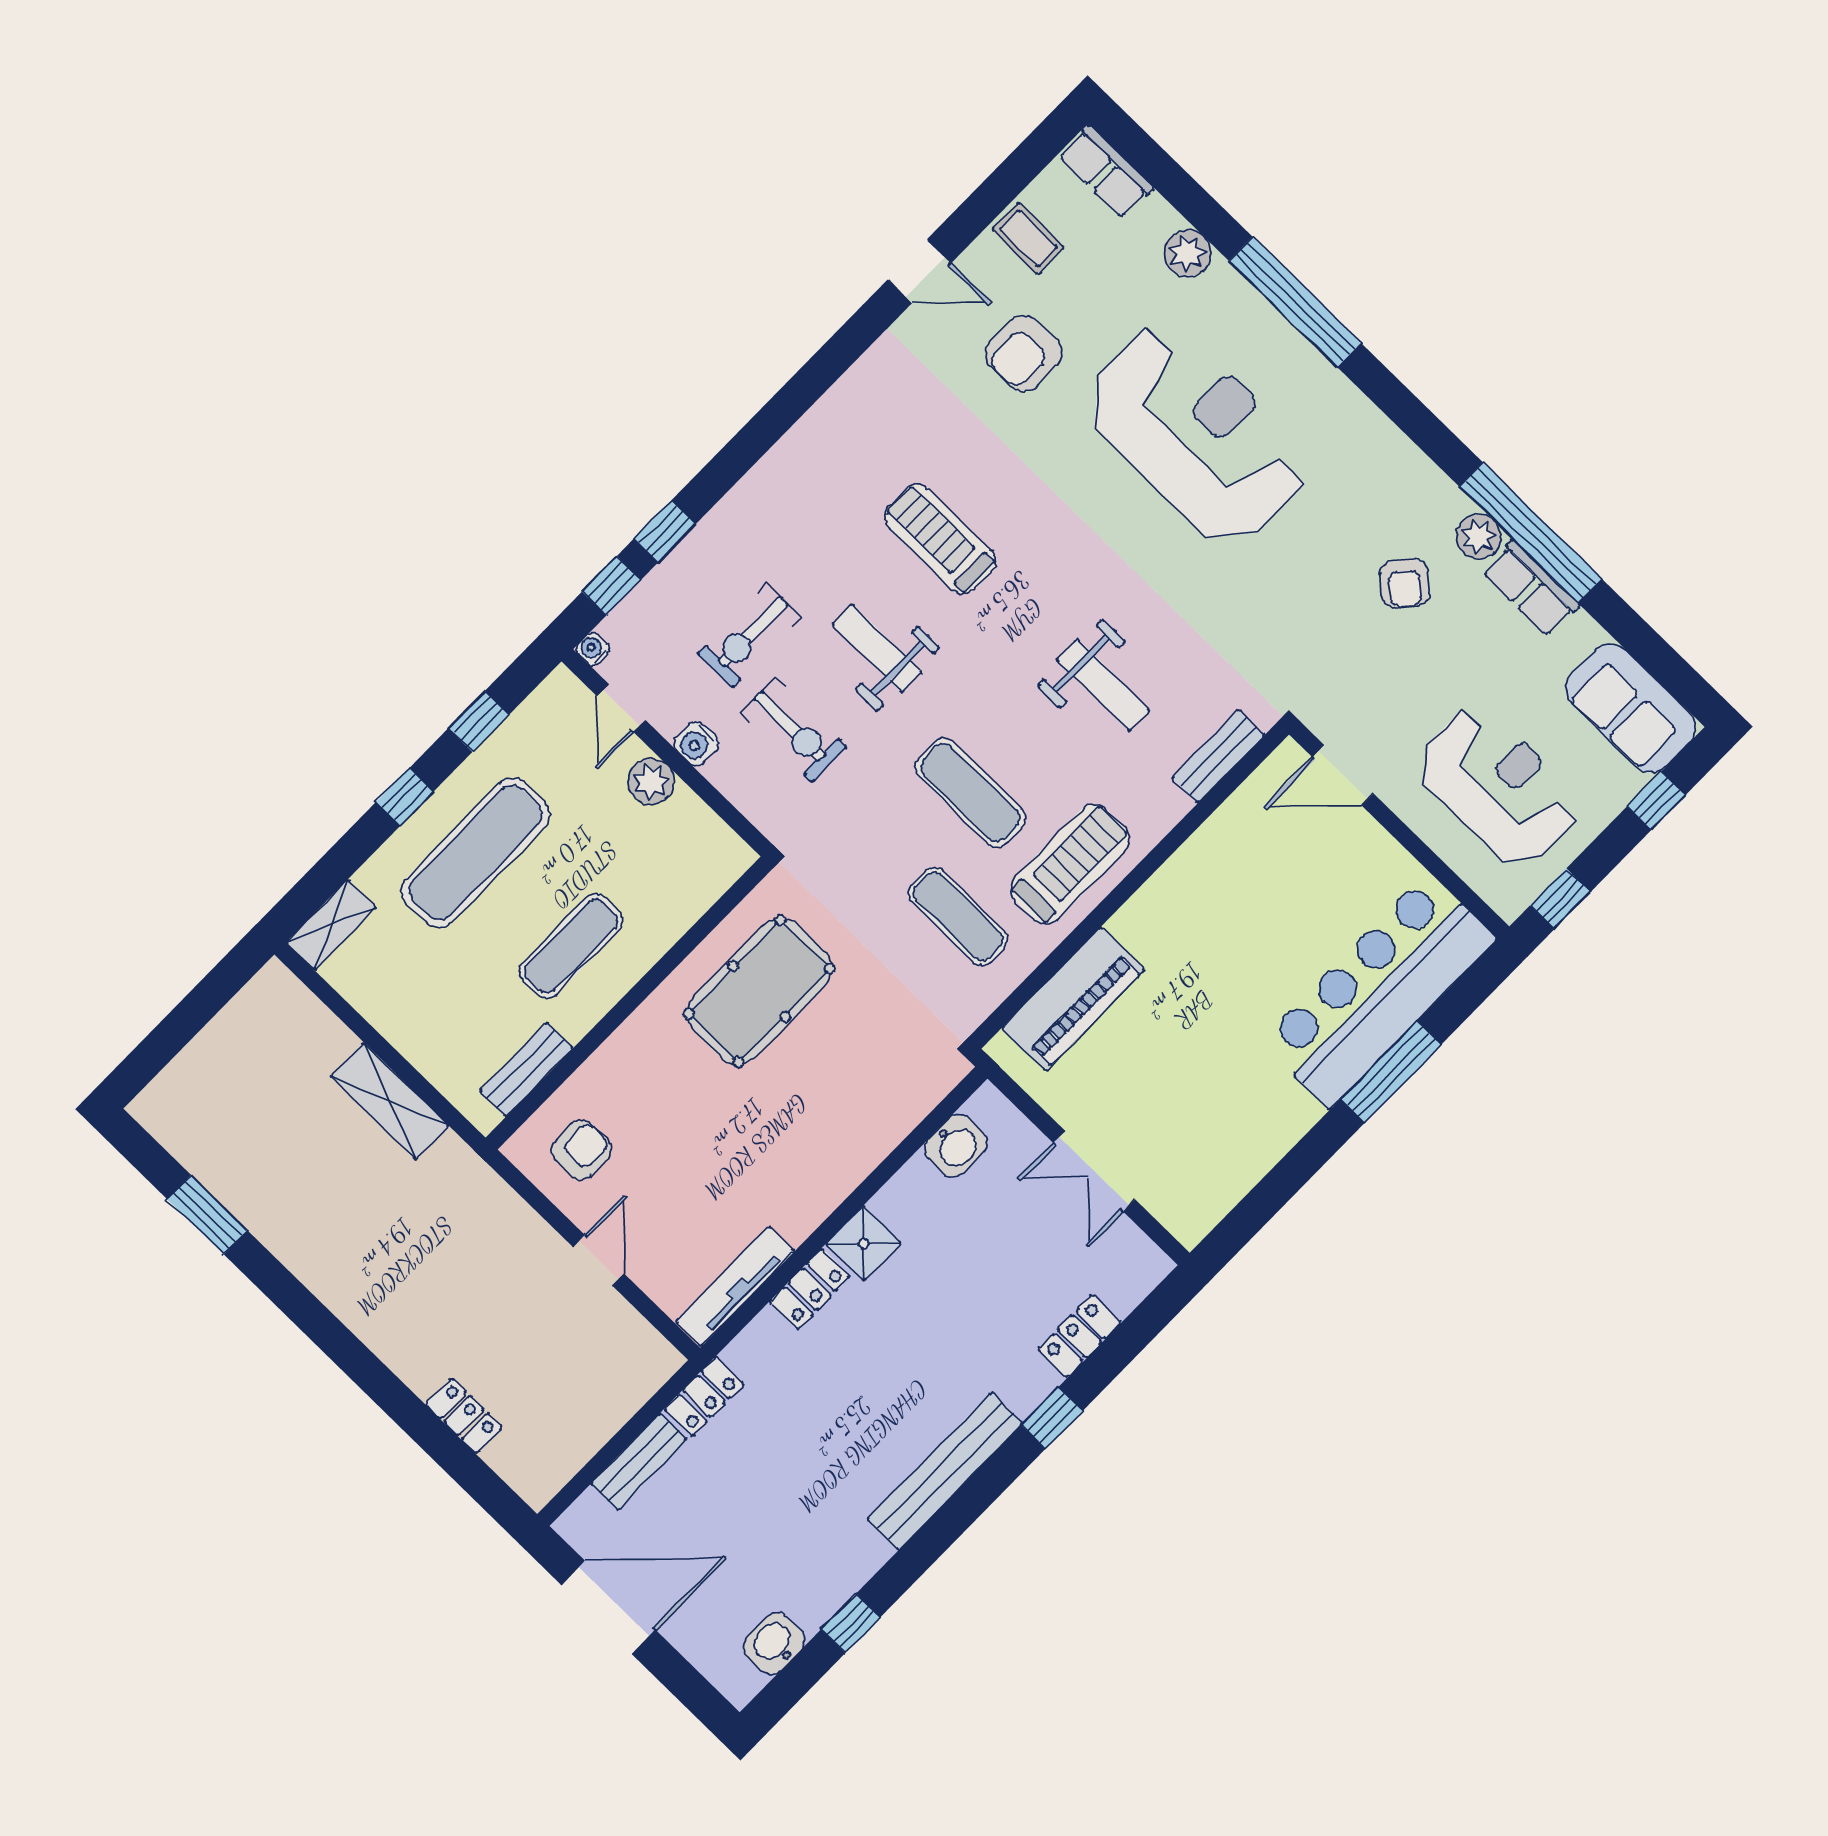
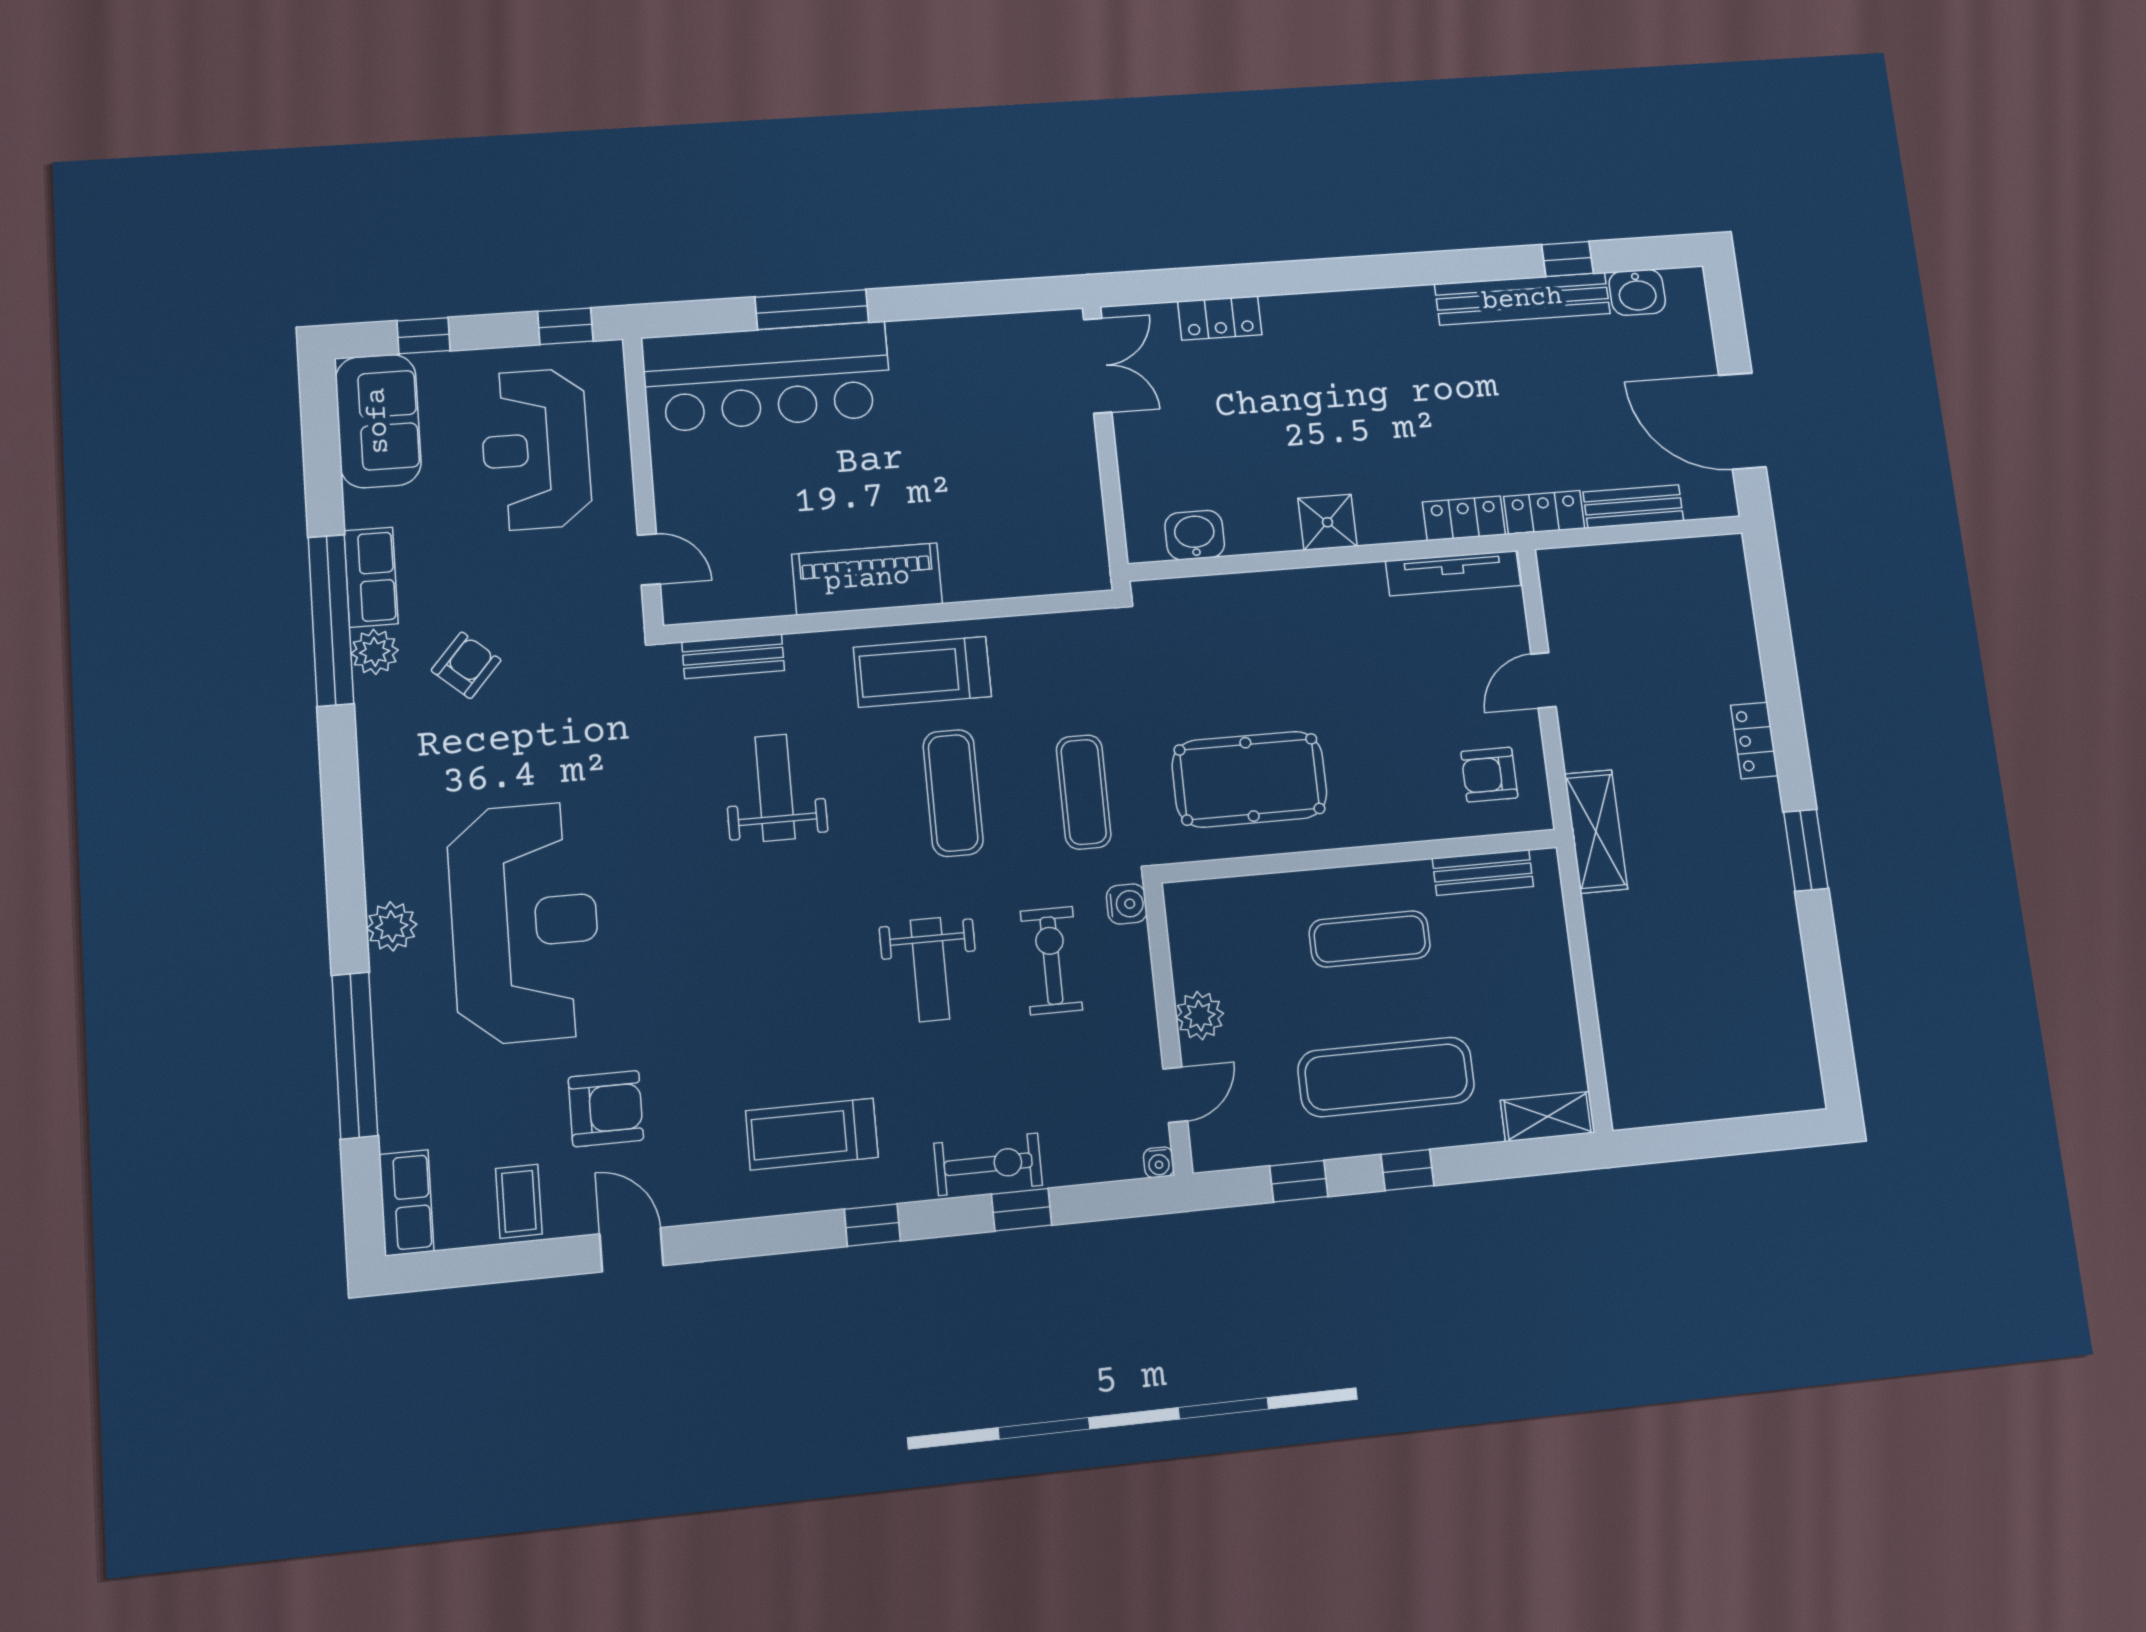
plant: (1188, 253) -> (392, 926), moved
window: (1295, 302) -> (355, 1055), moved
reception desk: (1197, 435) -> (525, 923), turned 180
treadmill: (940, 539) -> (812, 1134), moved, turned 90
window: (612, 586) -> (872, 1225), moved
exercise bike: (749, 636) -> (988, 1164), moved
water cooler: (696, 743) -> (1127, 904), moved
door: (1343, 775) -> (649, 560), width x0.73
exercise mat: (958, 916) -> (1084, 792), moved
piano: (1073, 999) -> (867, 579), moved
shelving: (390, 1101) -> (1596, 831), moved
double door: (1094, 1171) -> (1098, 366), moved
window: (207, 1215) -> (1806, 850), moved
locker: (810, 1289) -> (1464, 518), moved
locker: (464, 1416) -> (1754, 740), moved
window: (1052, 1418) -> (1291, 277), removed
bench: (945, 1471) -> (1522, 299), moved

